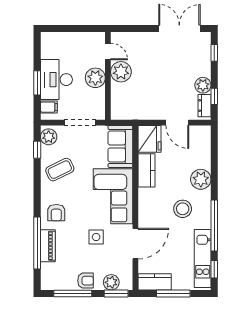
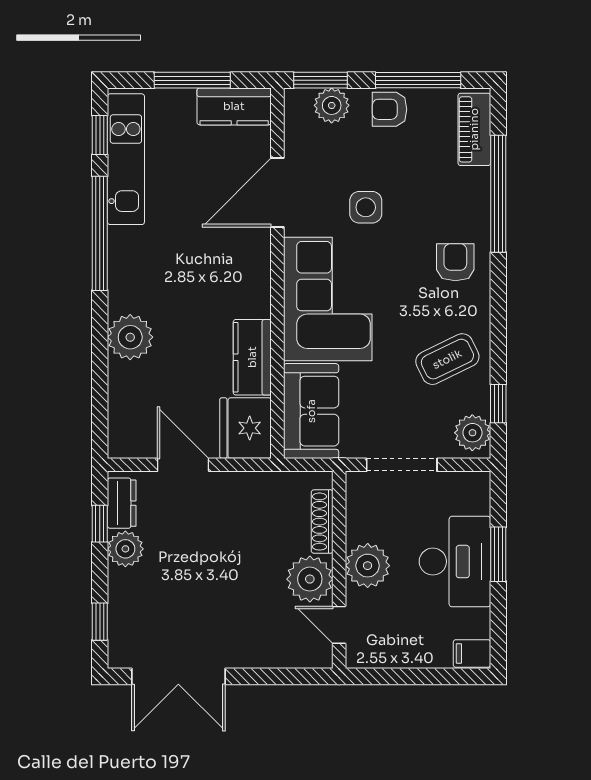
shoe rack: (115, 97) -> (322, 522), added
filing cabinet: (49, 107) -> (472, 654), moved
stool: (183, 209) -> (171, 271), removed
piano: (48, 246) -> (474, 129), moved

